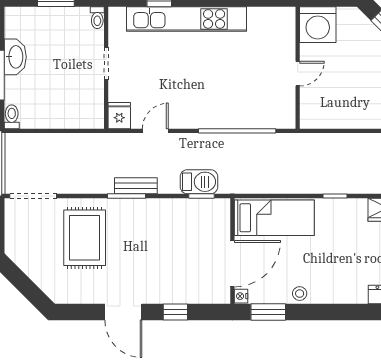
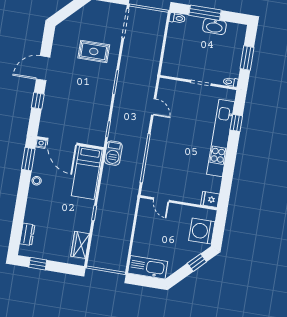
washing machine: (318, 25) -> (202, 231), moved
door: (298, 74) -> (161, 200), moved
fridge: (119, 116) -> (210, 199), moved, turned 180
barbecue: (199, 182) -> (113, 153), moved
bench: (136, 186) -> (121, 89), removed
rug: (85, 238) -> (94, 51), width x0.73, depth x0.70

